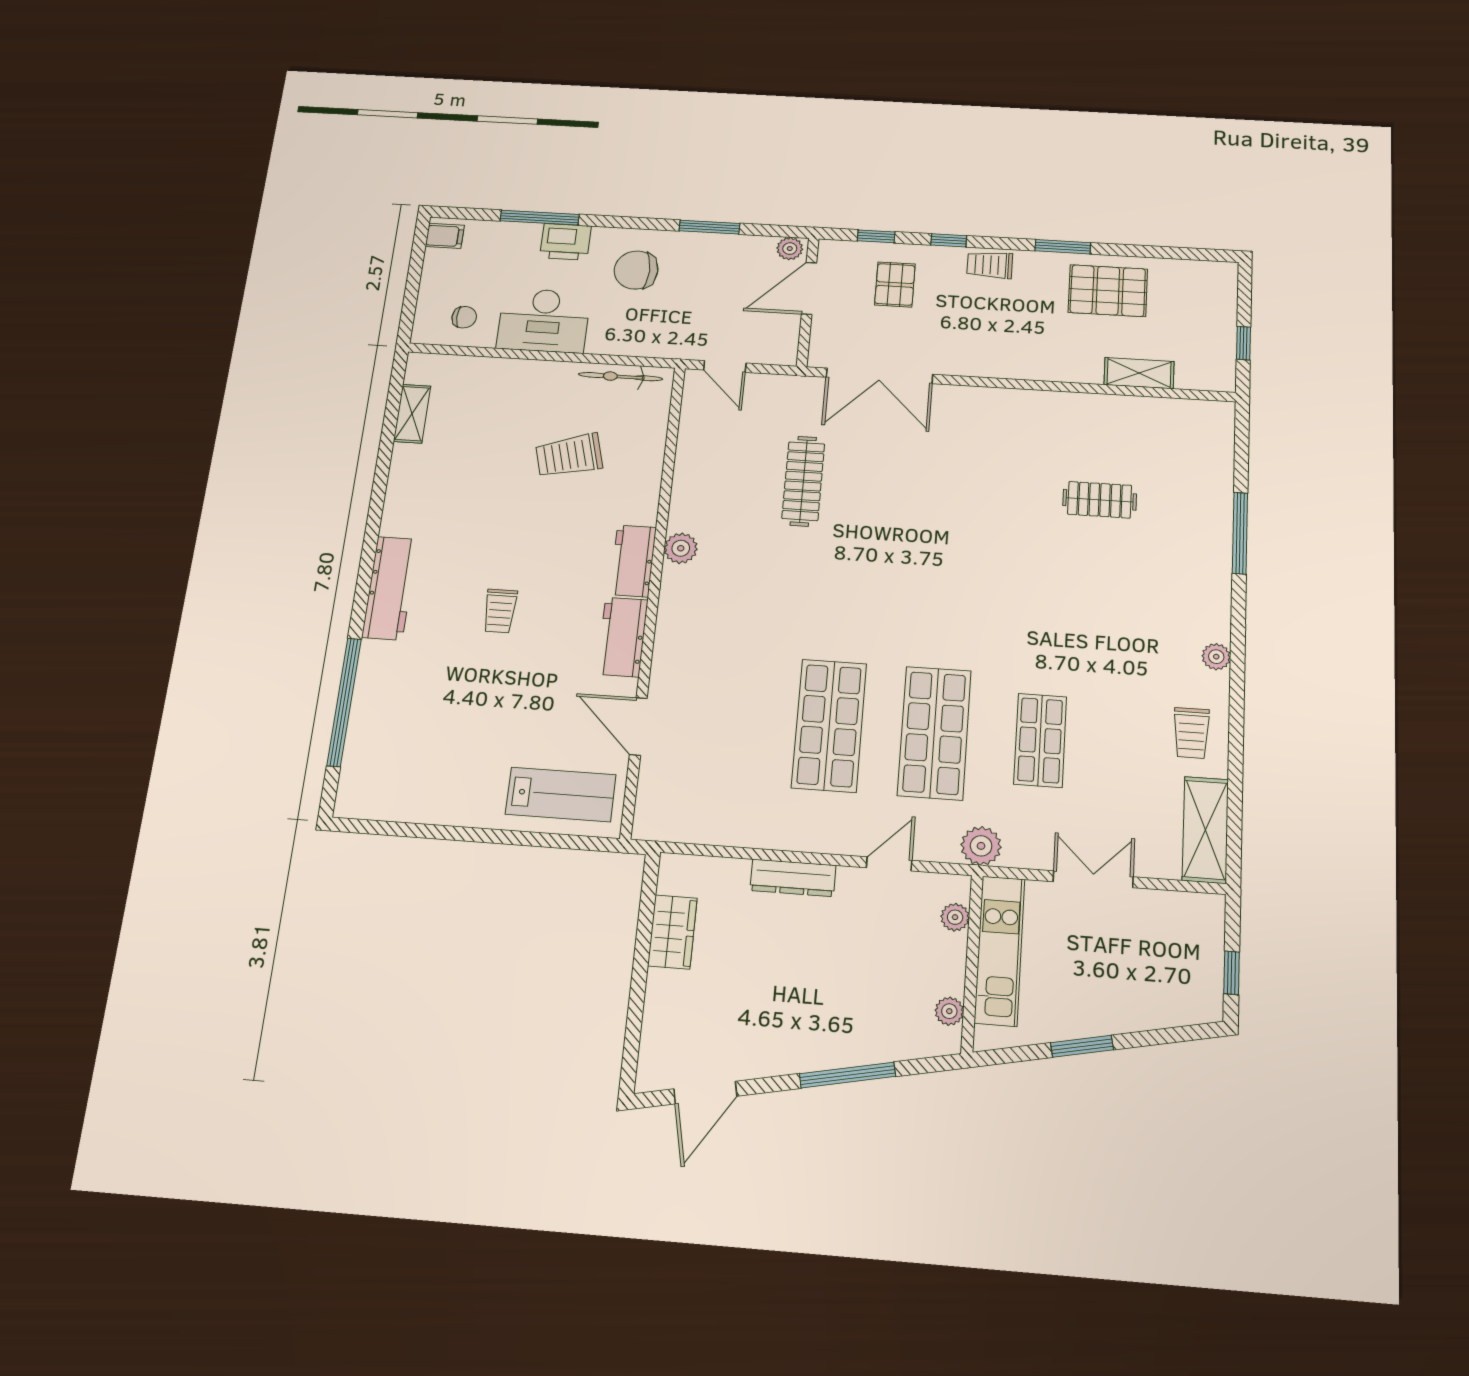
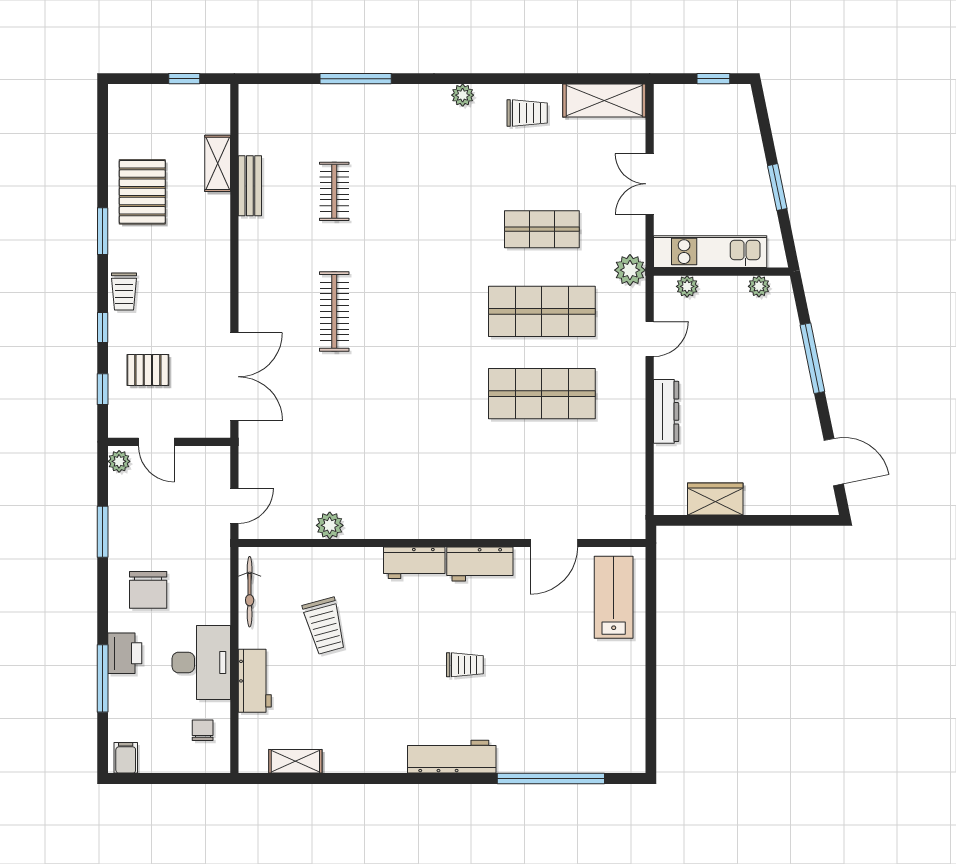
door: (809, 288) -> (156, 442), width x0.73
workbench: (514, 376) -> (255, 681), added
bench: (1110, 407) -> (250, 186), added
clothes rail: (803, 481) -> (334, 311), moved, turned 90
plant: (681, 548) -> (330, 525), moved
door: (889, 864) -> (650, 339), swing flipped

